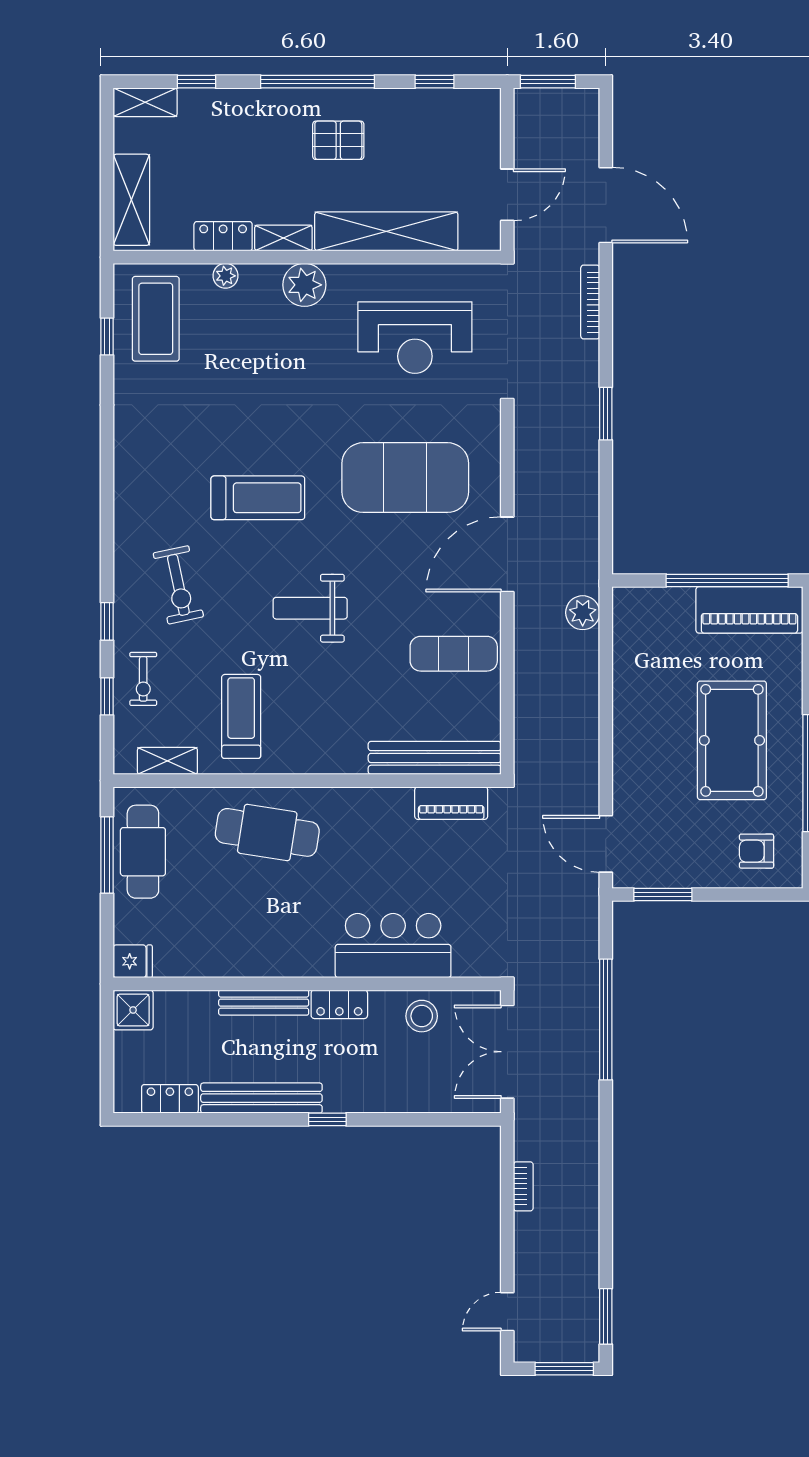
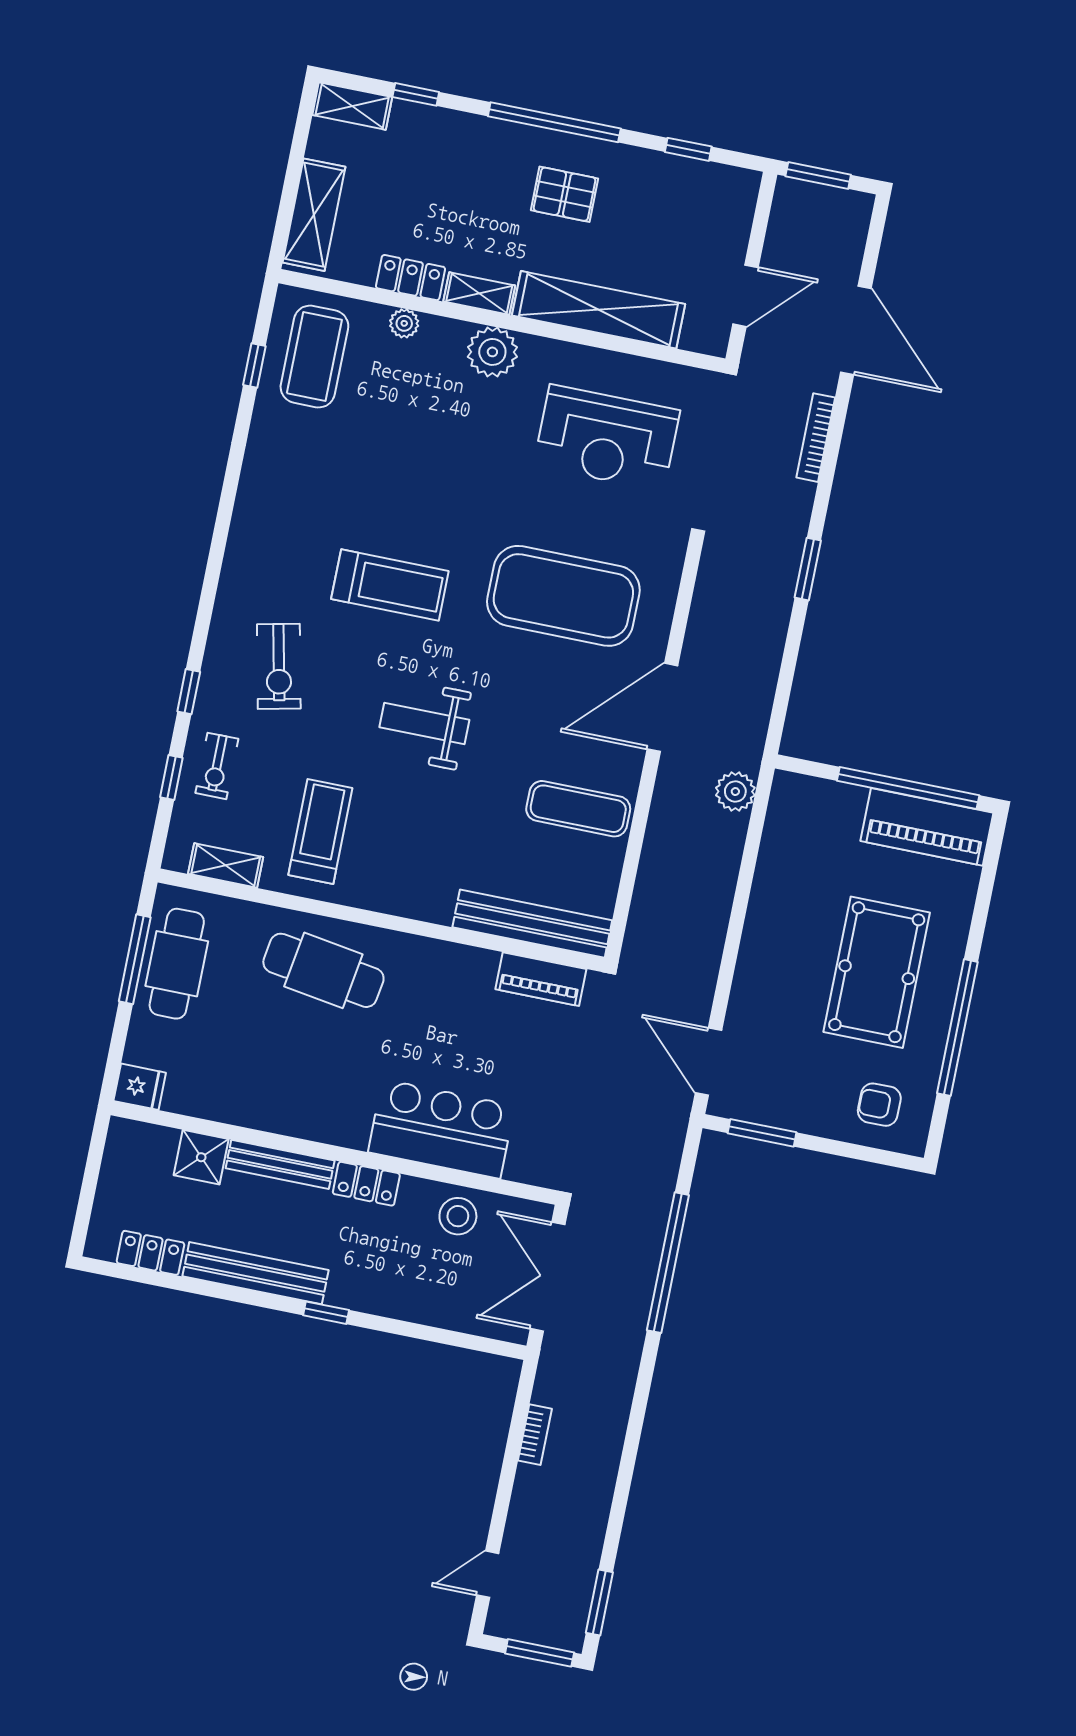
shower: (133, 1010) -> (201, 1157), moved

